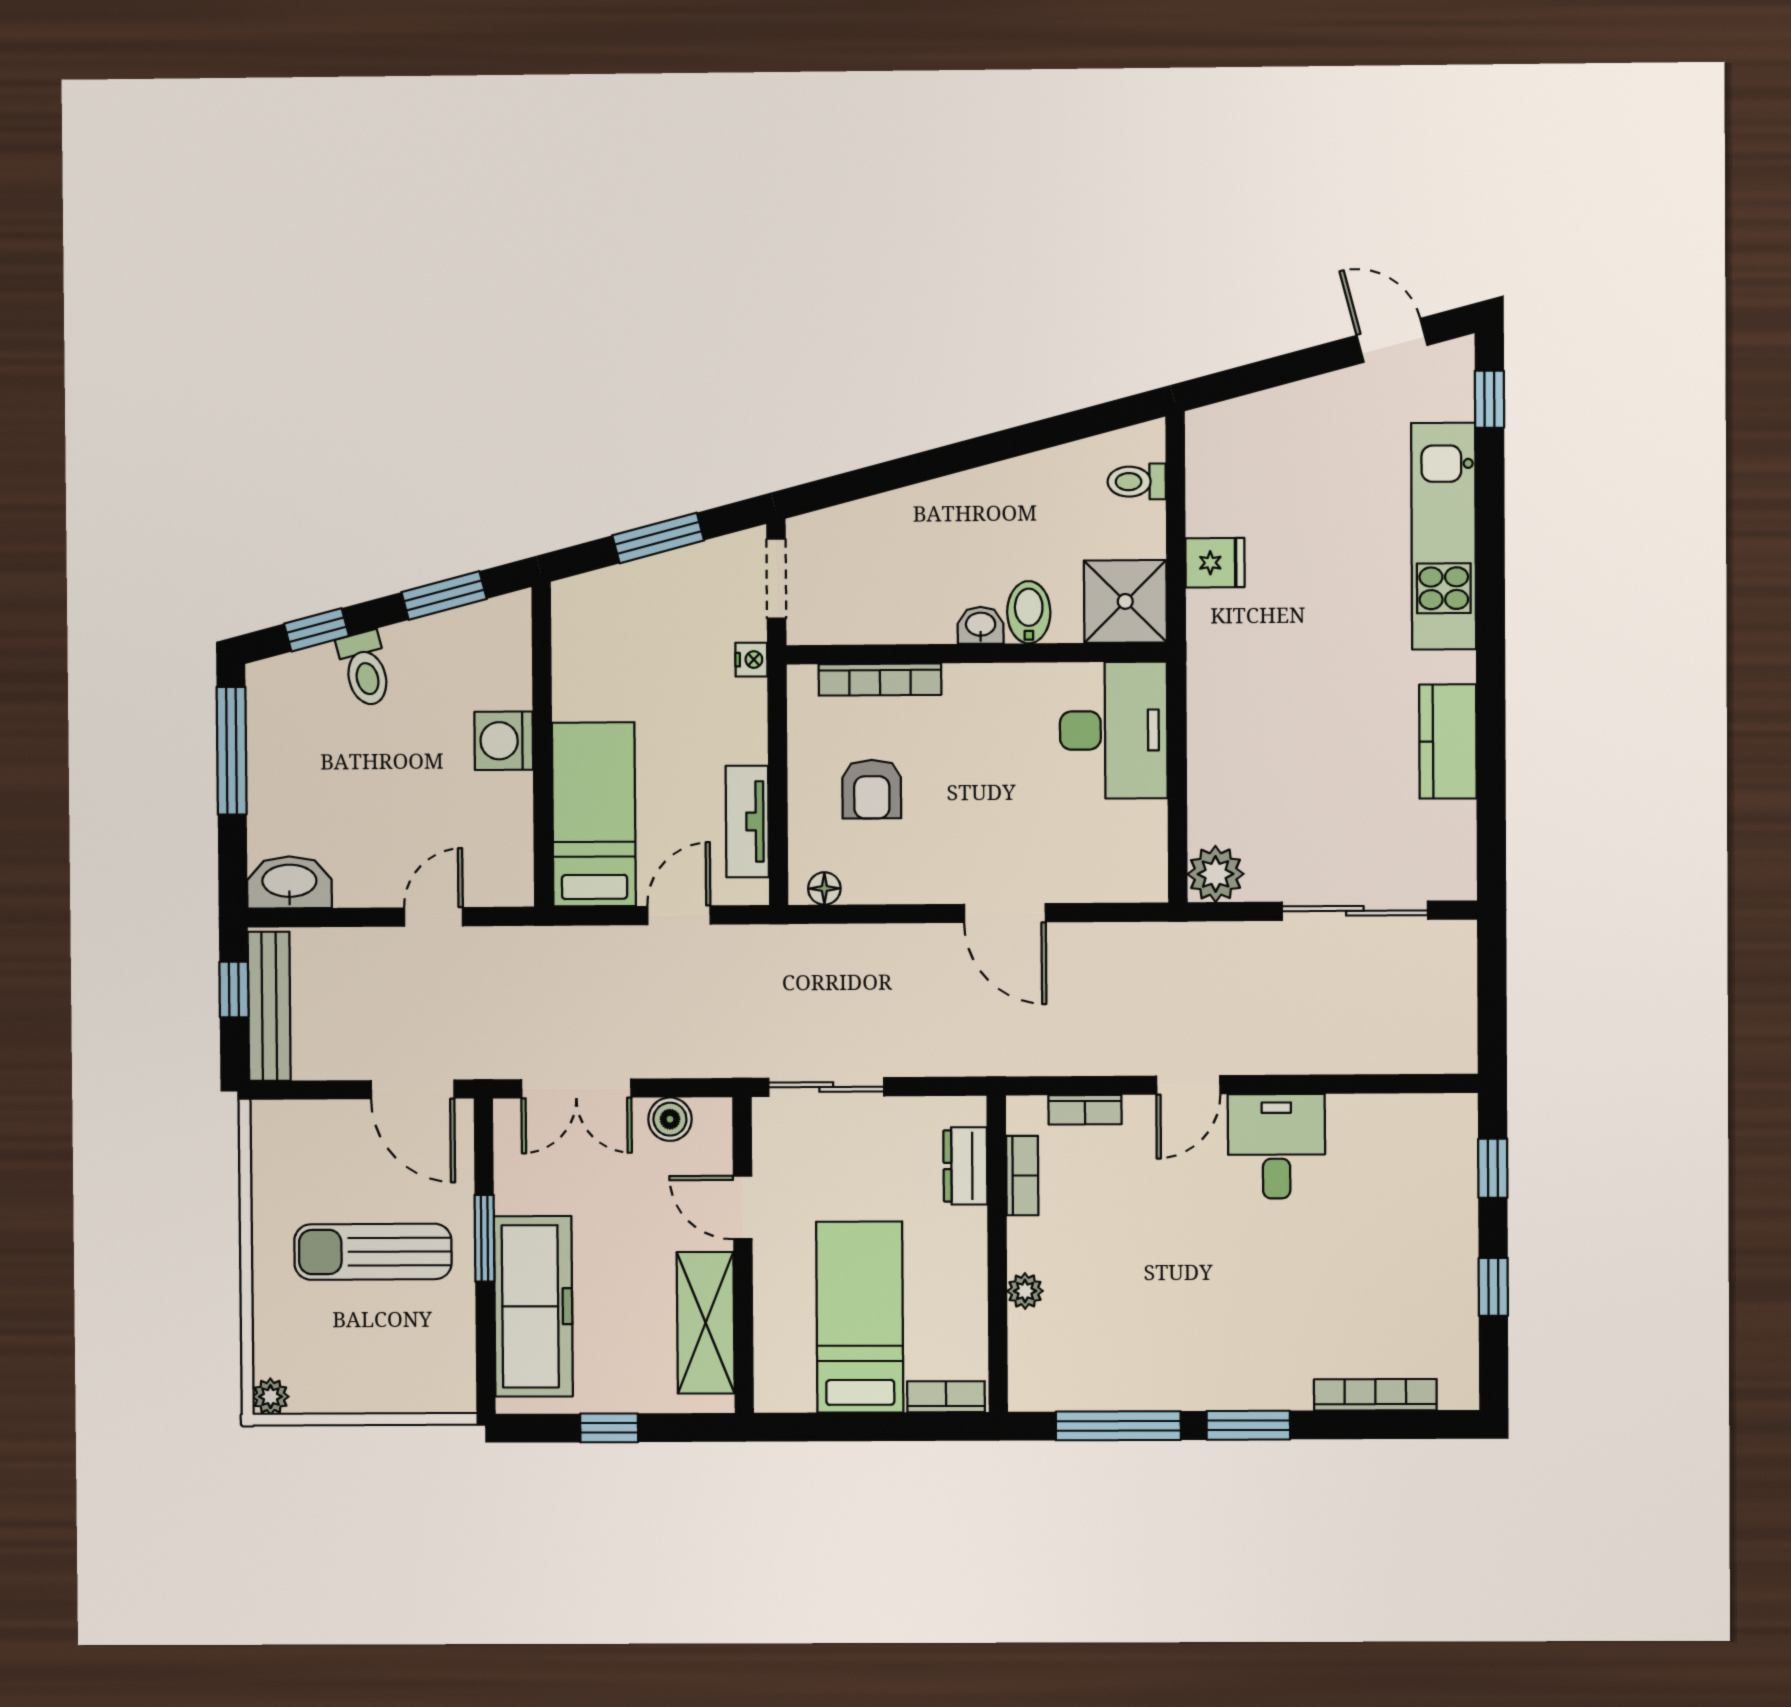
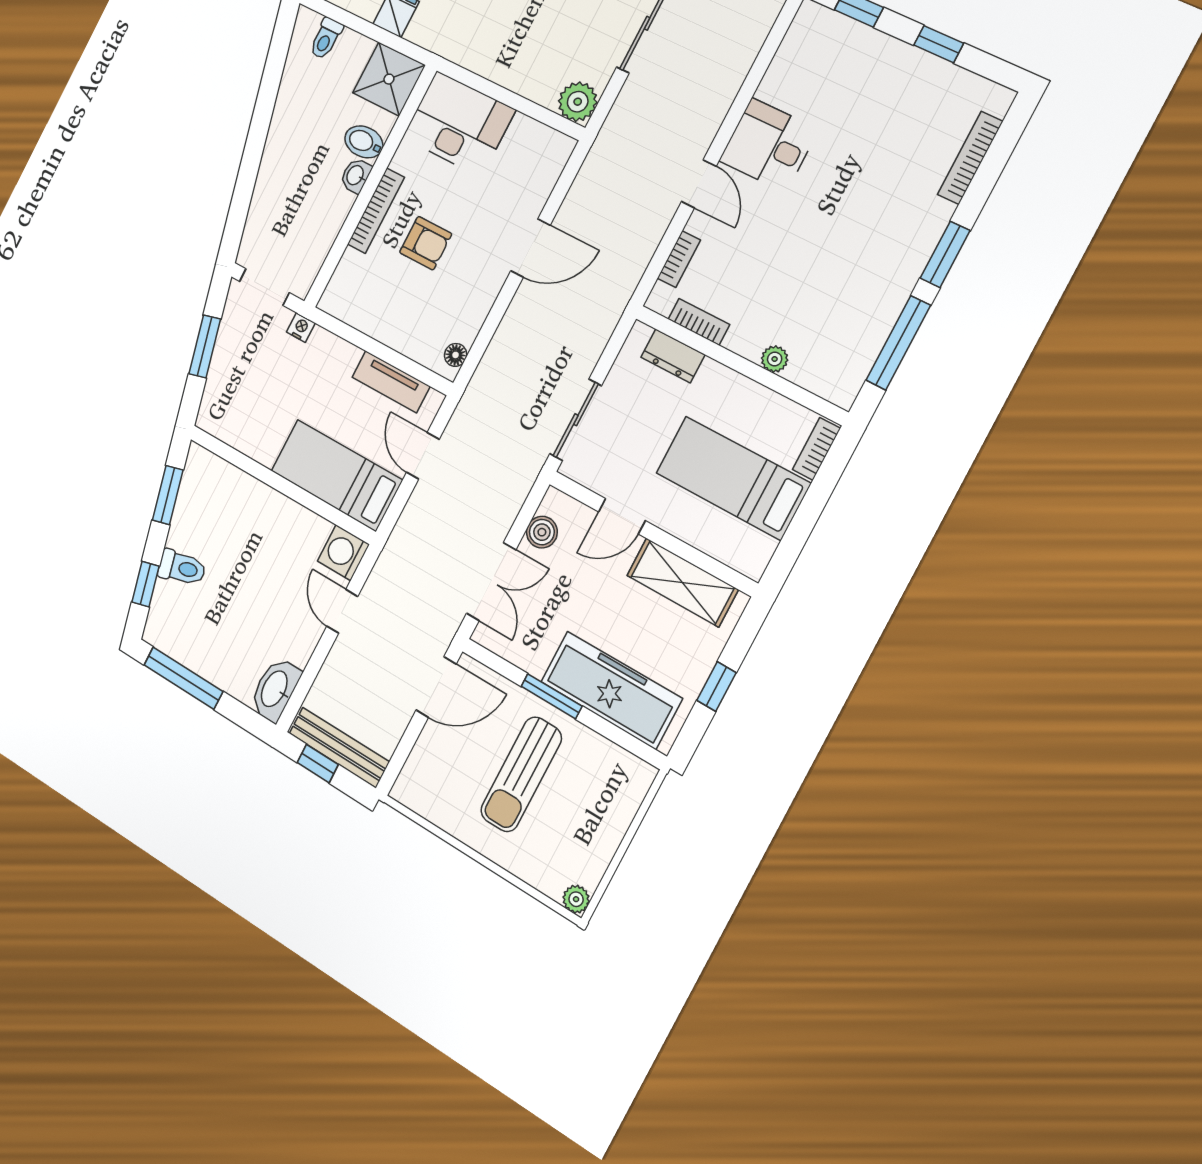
bookcase: (880, 680) -> (376, 211), moved
washing machine: (504, 741) -> (343, 553), moved, turned 90
armchair: (872, 789) -> (426, 243), moved

